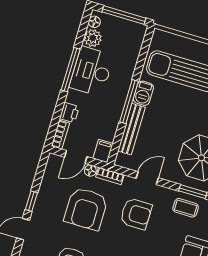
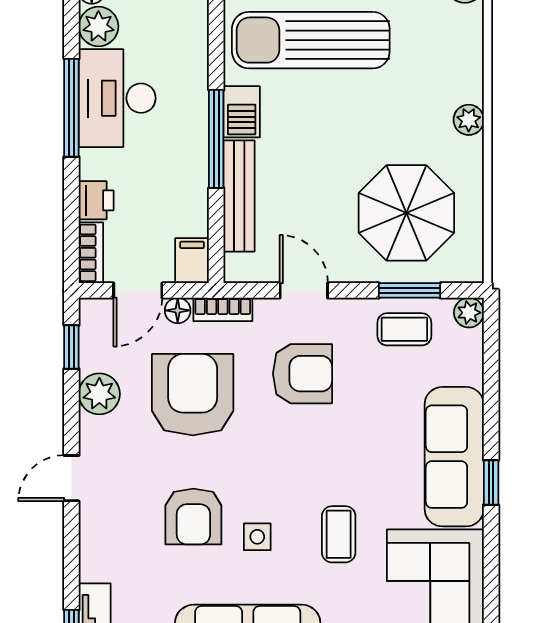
door: (147, 178) -> (304, 290), hinge flipped
plant: (46, 196) -> (99, 394), added
window: (31, 201) -> (71, 347), moved
armchair: (86, 209) -> (193, 395), turned 180

